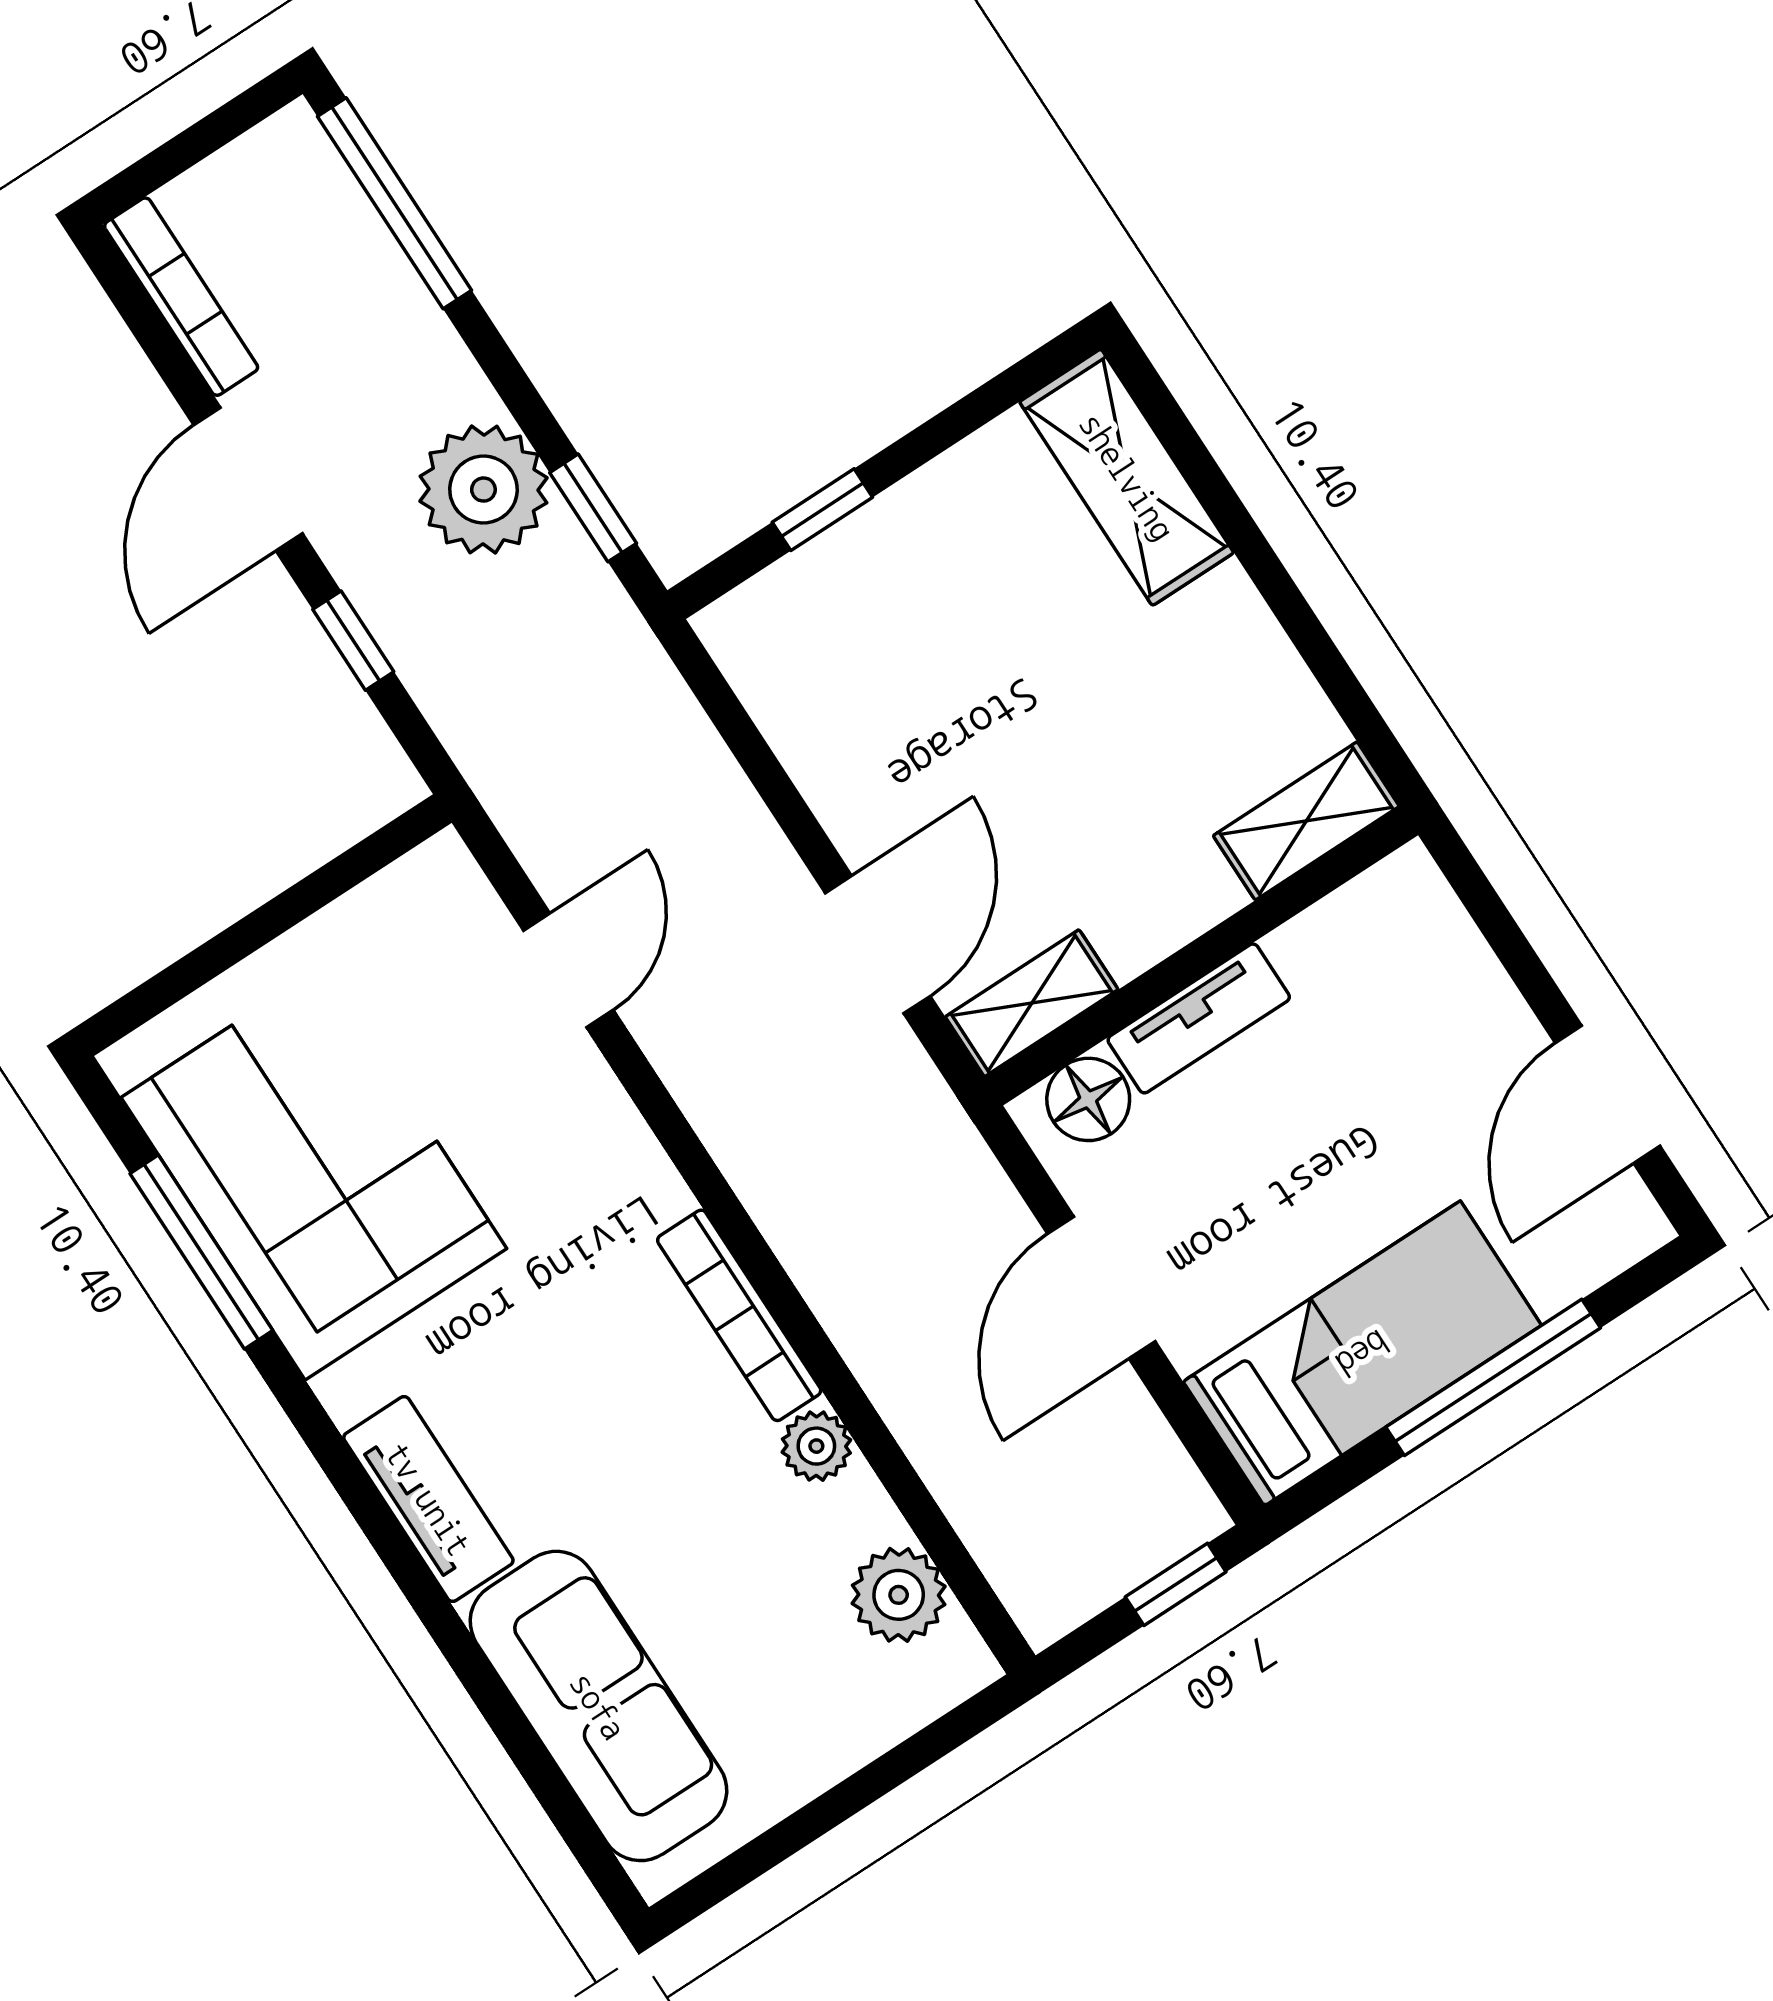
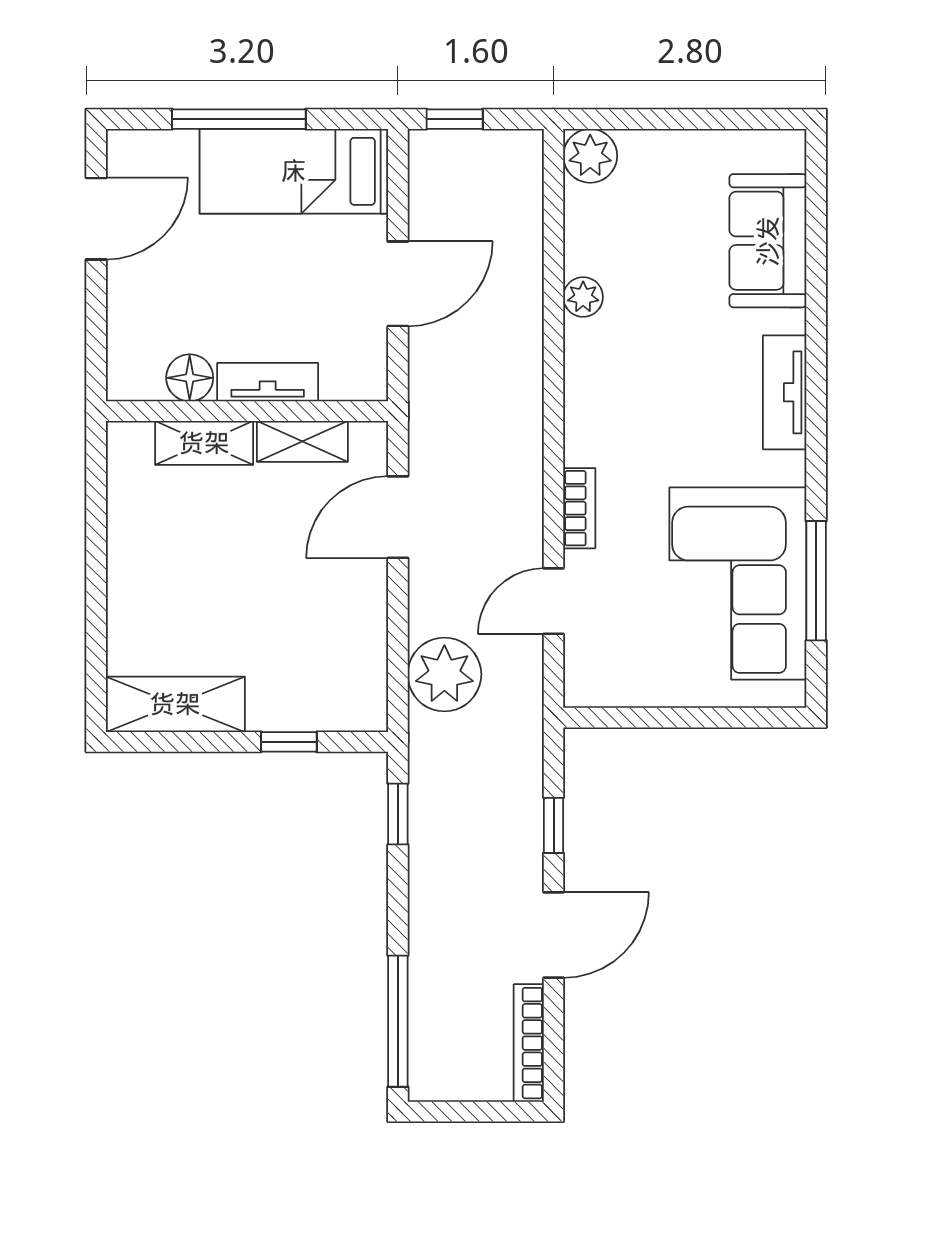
shelving: (1127, 477) -> (175, 704), moved, turned 90
plant: (483, 490) -> (444, 674), moved
shelving: (1306, 821) -> (204, 443), moved
shelving: (1032, 1003) -> (302, 441), moved
floor lamp: (1088, 1099) -> (190, 378), moved
bookcase: (739, 1315) -> (579, 508), moved, width x0.64
plant: (899, 1595) -> (590, 156), moved
sofa: (598, 1706) -> (768, 241), width x0.73

